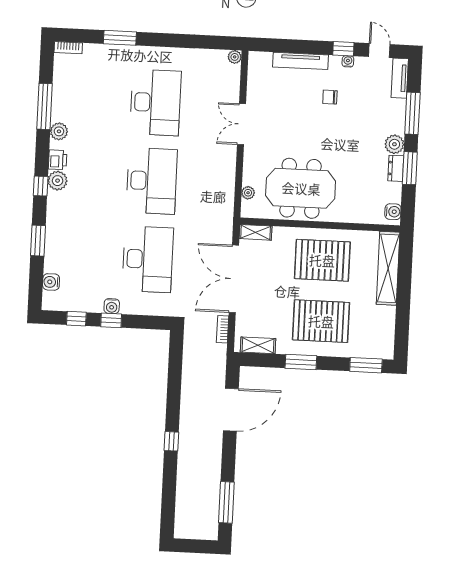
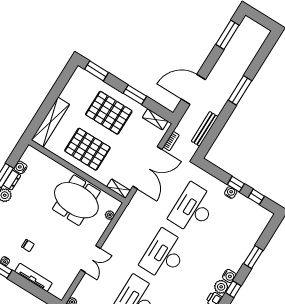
water cooler: (393, 212) -> (20, 167), moved
water cooler: (51, 282) -> (229, 276), moved
bench: (189, 368) -> (205, 129), added
window: (171, 441) -> (240, 90), width x2.17

